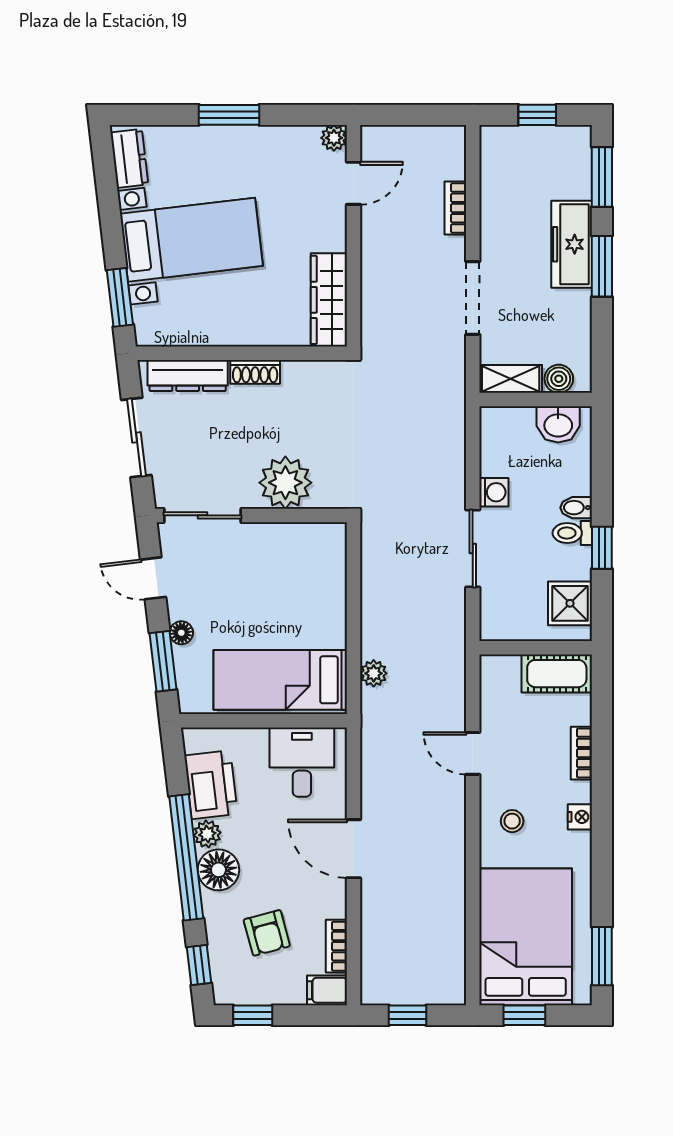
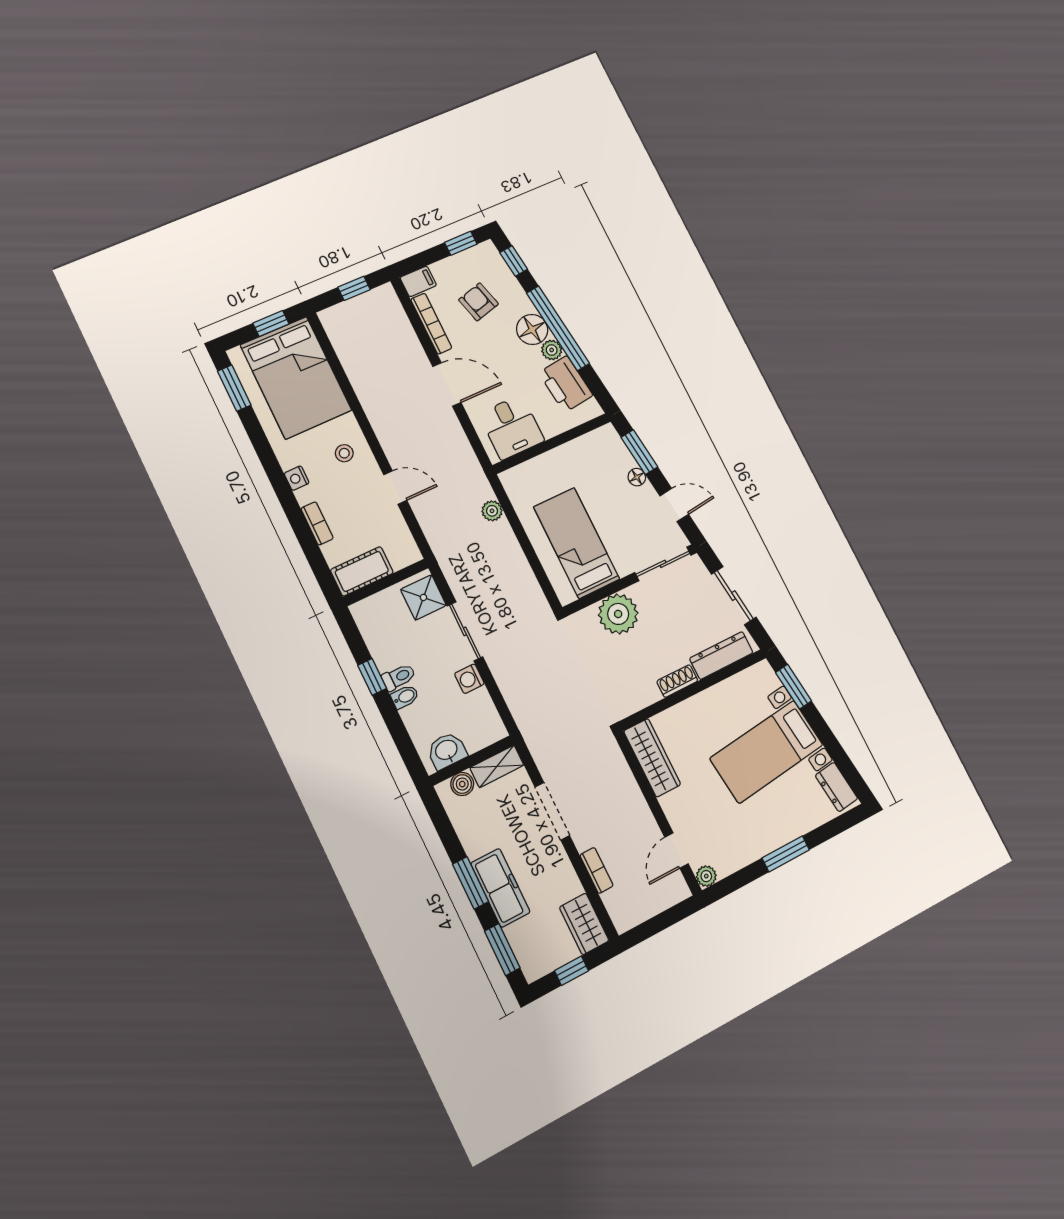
wardrobe: (498, 157) -> (584, 924), added
shower: (570, 603) -> (423, 597), moved
bed: (280, 680) -> (577, 543), moved, turned -90
bookcase: (336, 946) -> (431, 324), width x1.56

